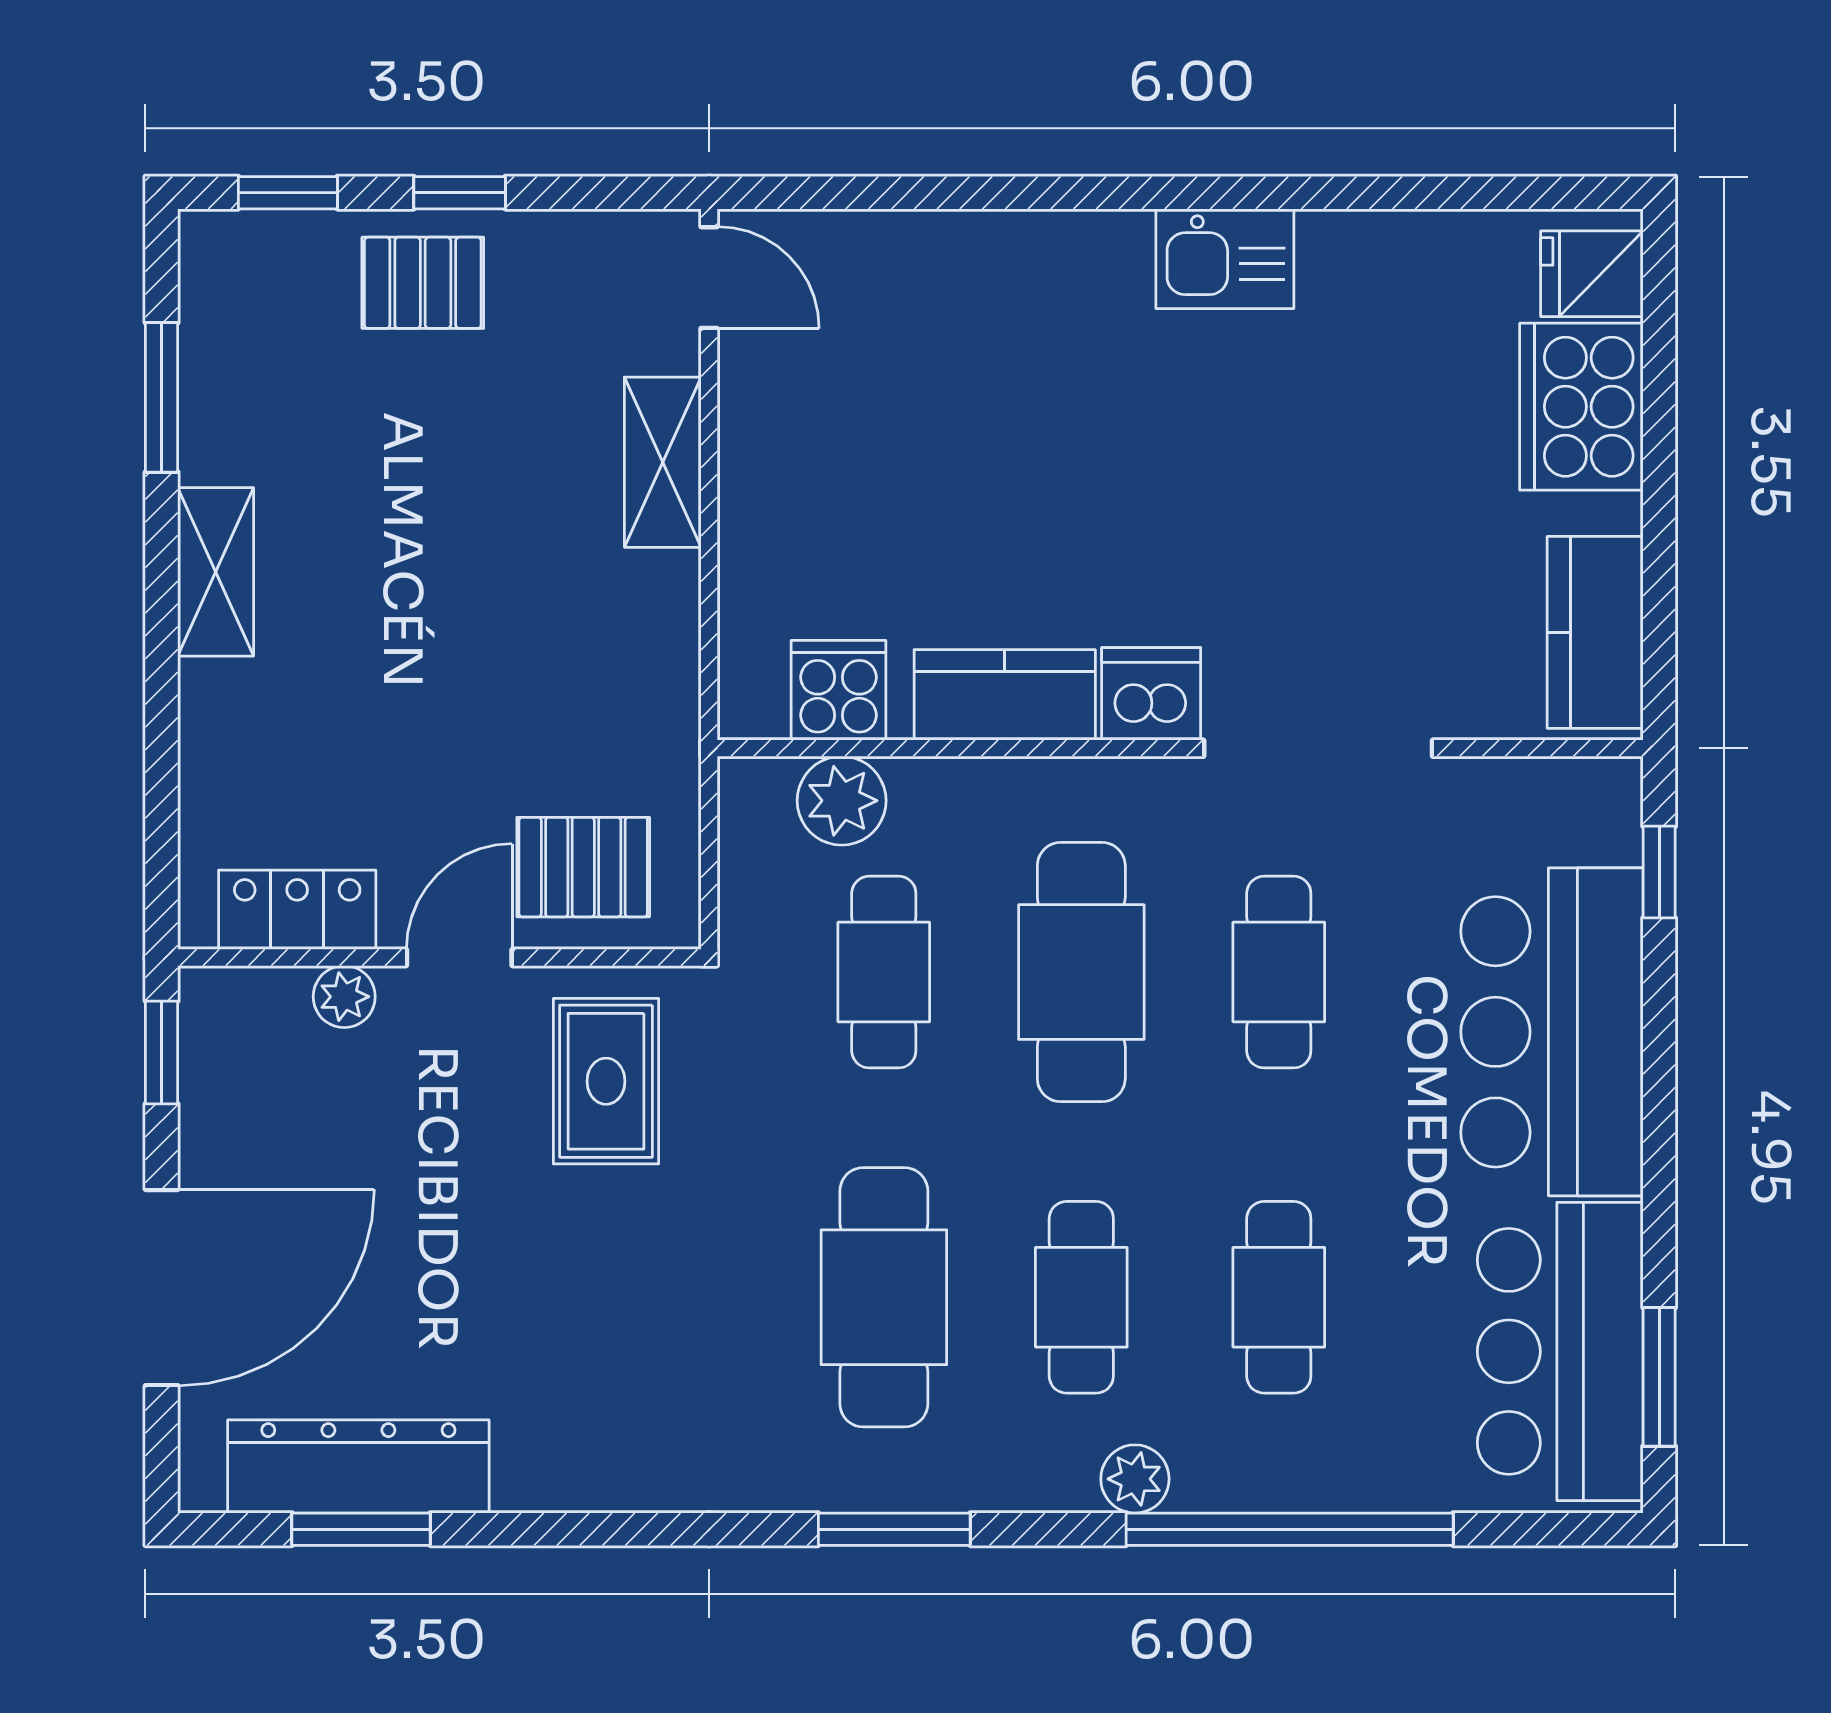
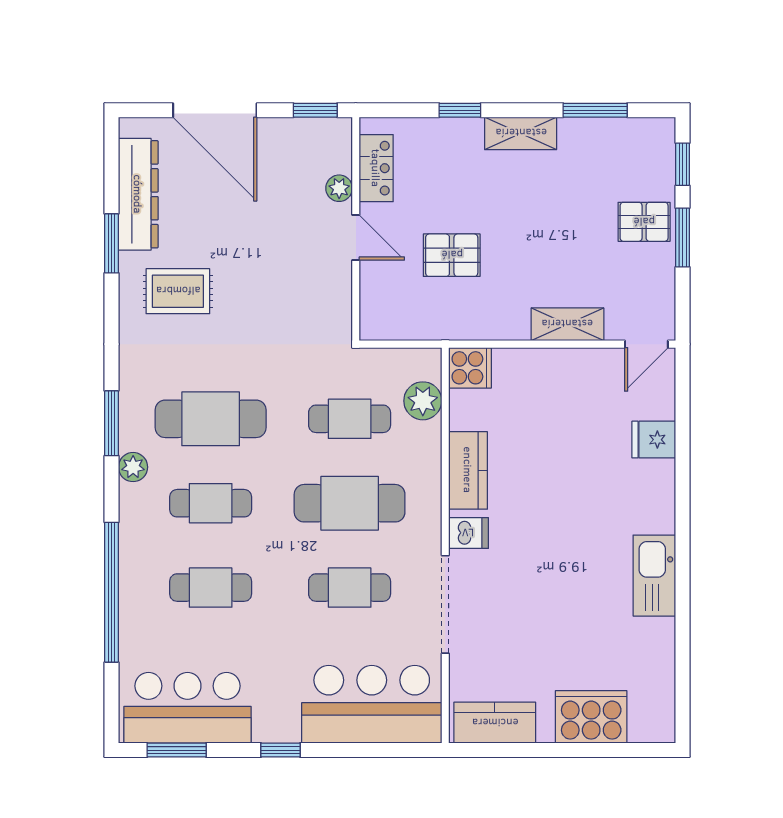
window: (460, 193) -> (683, 238), width x1.50
kitchen sink: (1225, 259) -> (654, 576), width x1.38
fridge: (1592, 274) -> (654, 440), moved, turned -90
pallet: (423, 283) -> (644, 222), turned 90
cooker: (839, 690) -> (470, 368), moved
dishwasher: (1151, 694) -> (468, 533), width x0.73
window: (162, 714) -> (460, 110), added
pallet: (583, 867) -> (452, 255), moved, turned 90
window: (1659, 872) -> (281, 750), moved
bar counter: (1552, 1032) -> (372, 704), moved
rug: (606, 1081) -> (178, 291), moved
plant: (1135, 1479) -> (133, 467), moved
window: (361, 1529) -> (112, 243), moved

